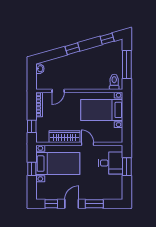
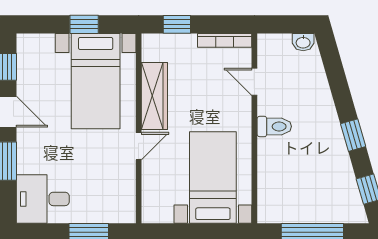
window: (72, 49) -> (353, 135), moved
toilet: (114, 82) -> (274, 126), moved
desk: (111, 163) -> (43, 199), moved, turned 90

